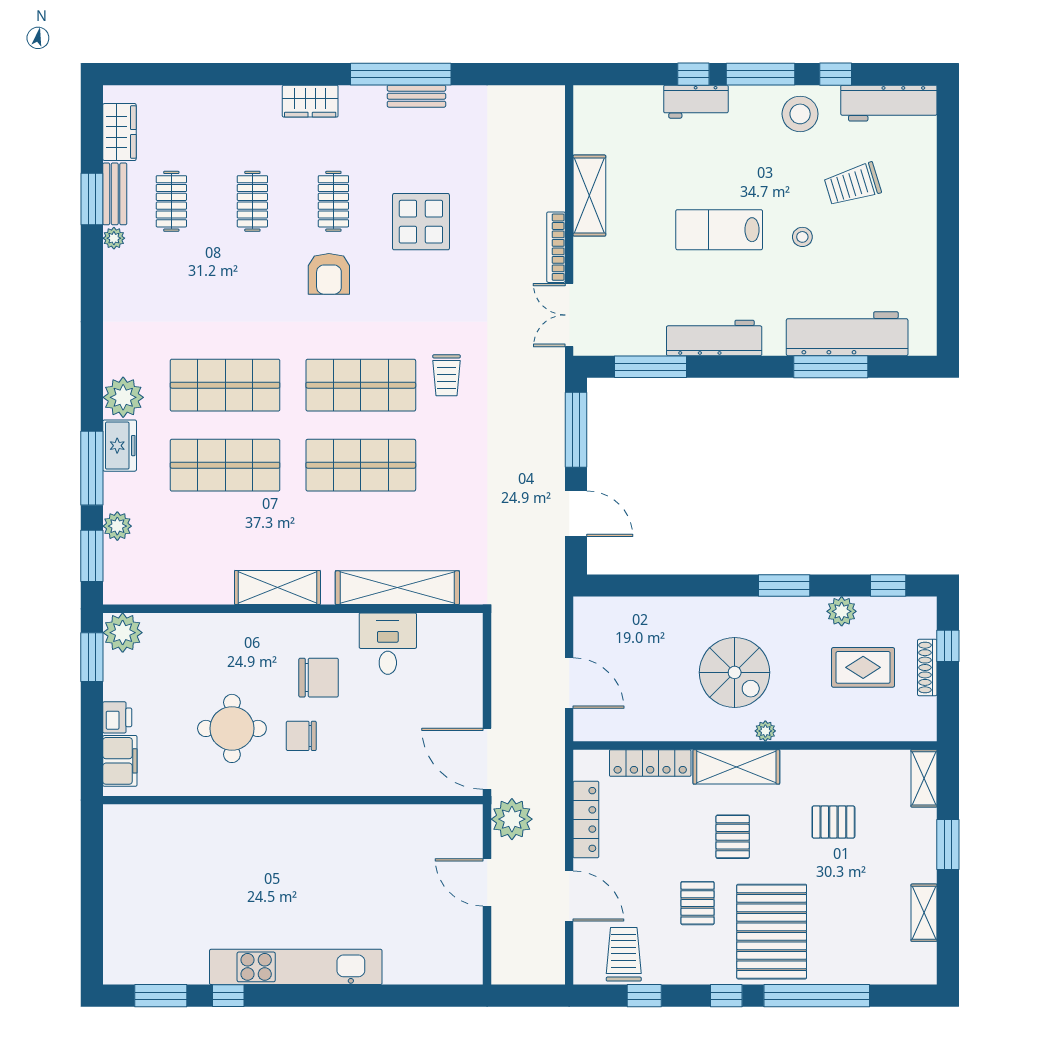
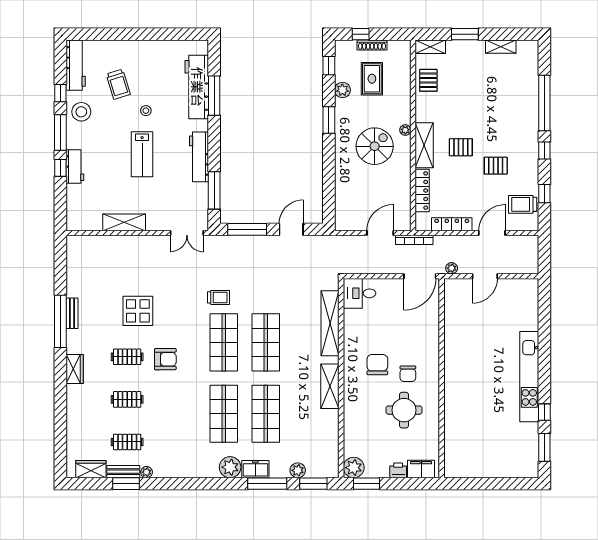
bookcase: (556, 247) -> (414, 240), moved
desk: (388, 644) -> (359, 293), moved
plant: (512, 819) -> (452, 268), width x0.53, depth x0.53
pallet: (833, 822) -> (428, 80), moved
pallet: (772, 932) -> (511, 127), removed

